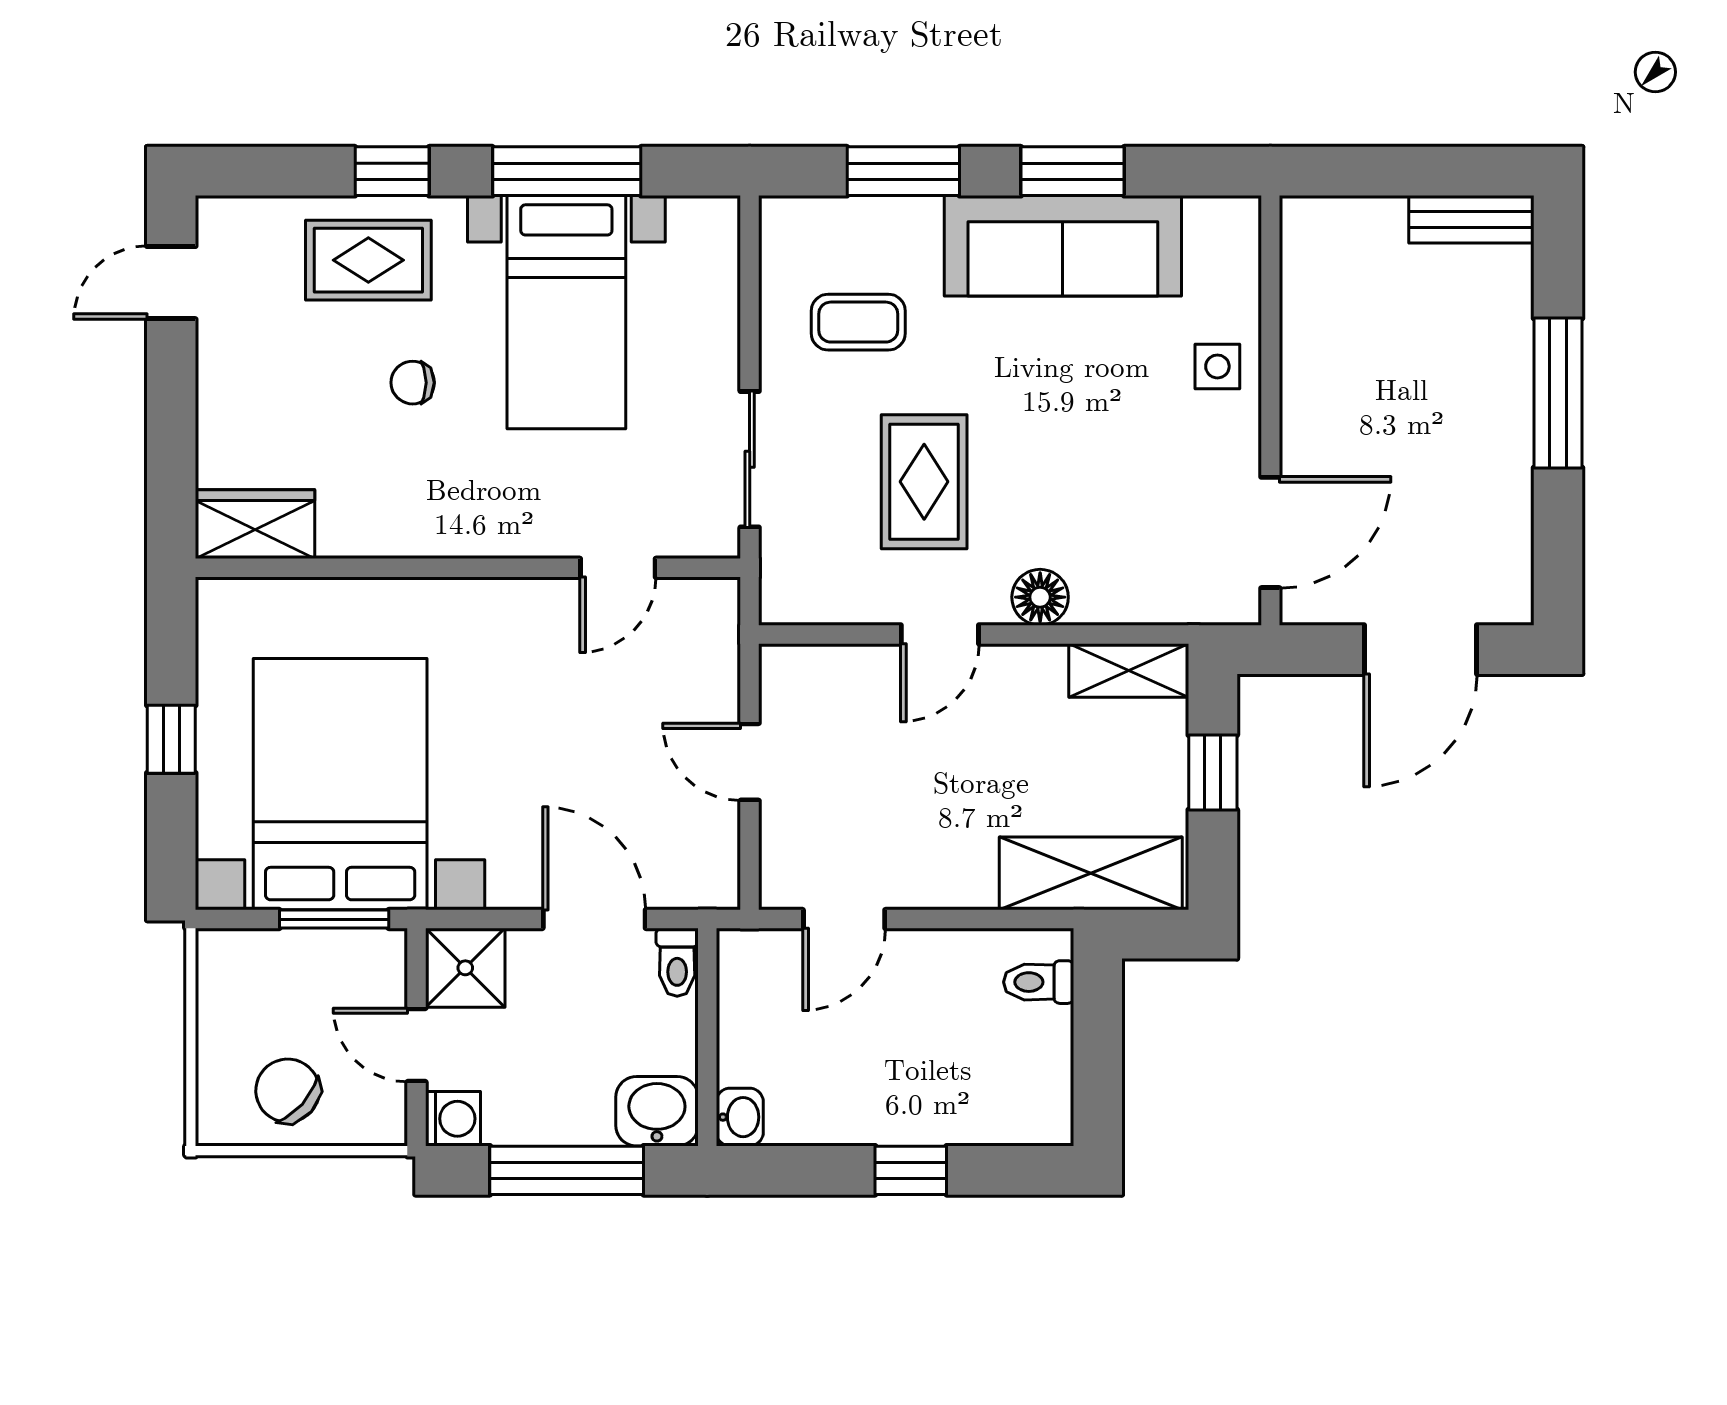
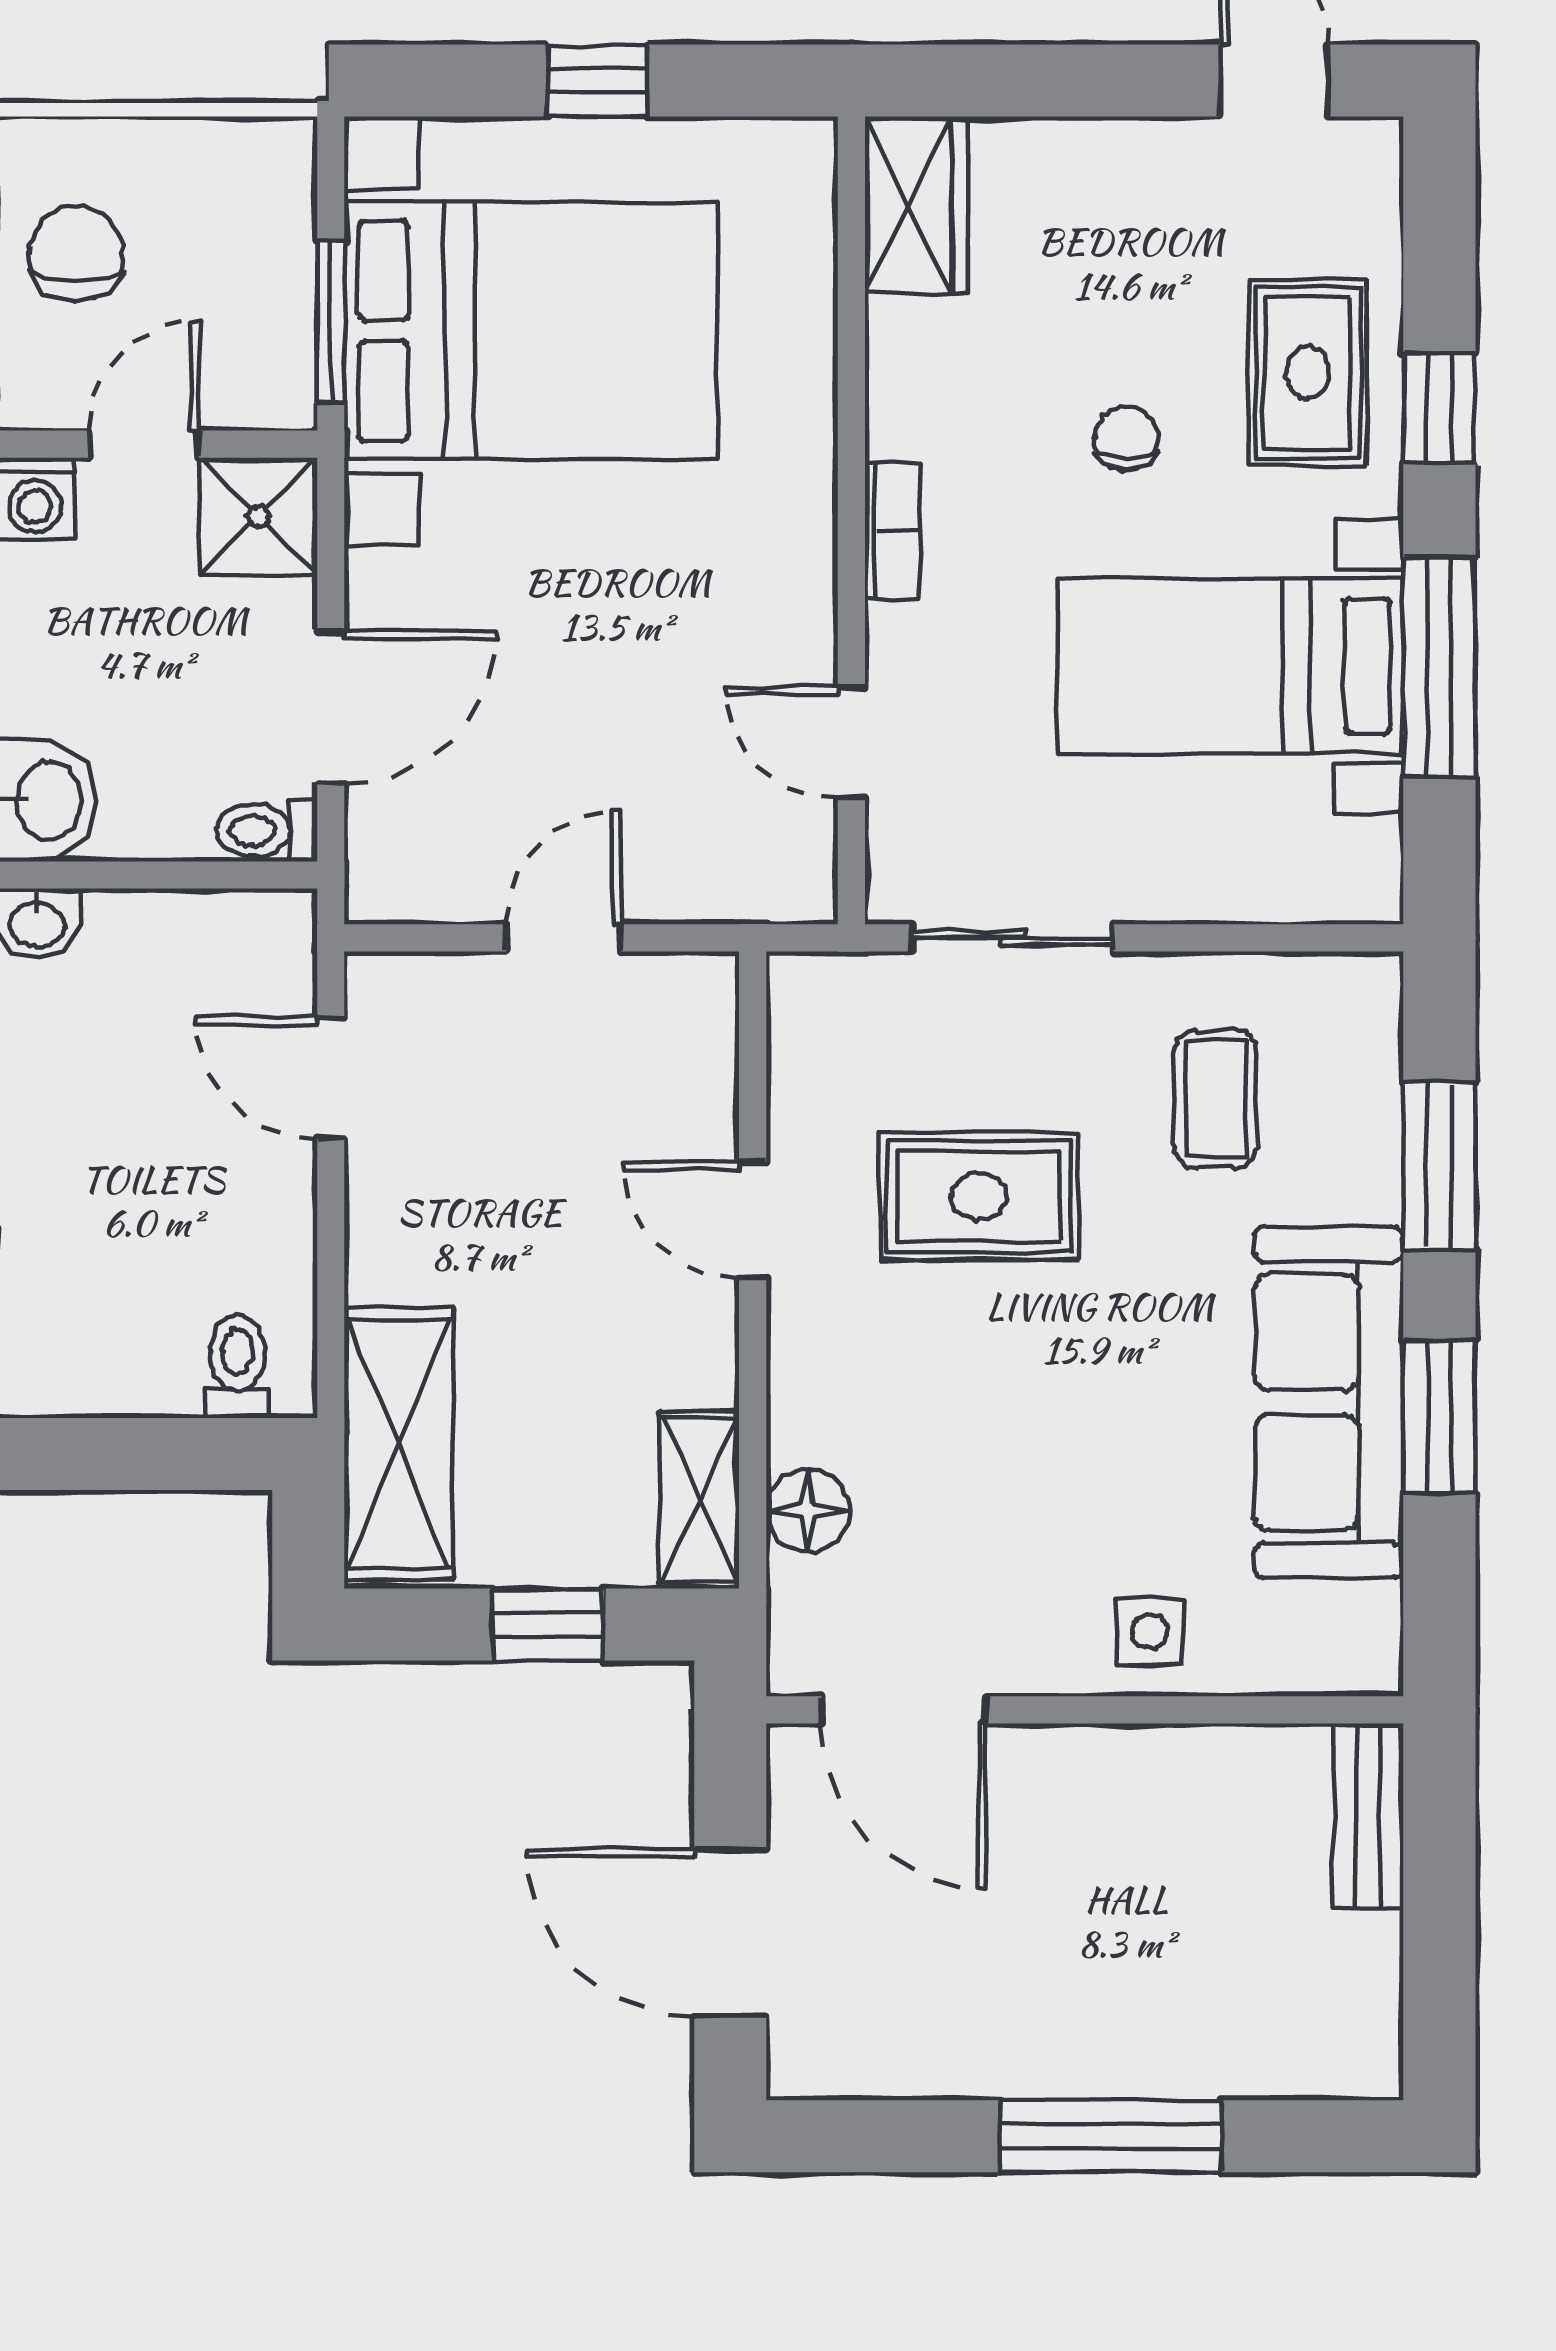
bench: (1471, 219) -> (1368, 1816), moved
bookcase: (475, 540) -> (892, 531), added
floor lamp: (1040, 597) -> (808, 1511), moved
chair: (288, 1091) -> (76, 253), turned -42

